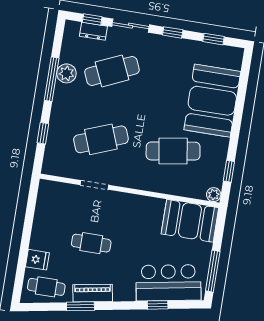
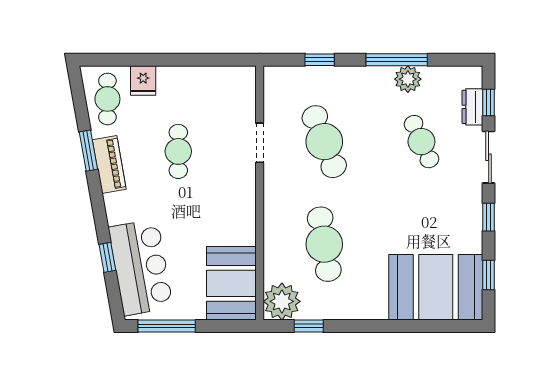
cafe table: (112, 71) -> (421, 142), width x0.73, depth x0.74
booth: (212, 101) -> (436, 287), moved
plant: (214, 195) -> (282, 301), width x1.88, depth x1.88

